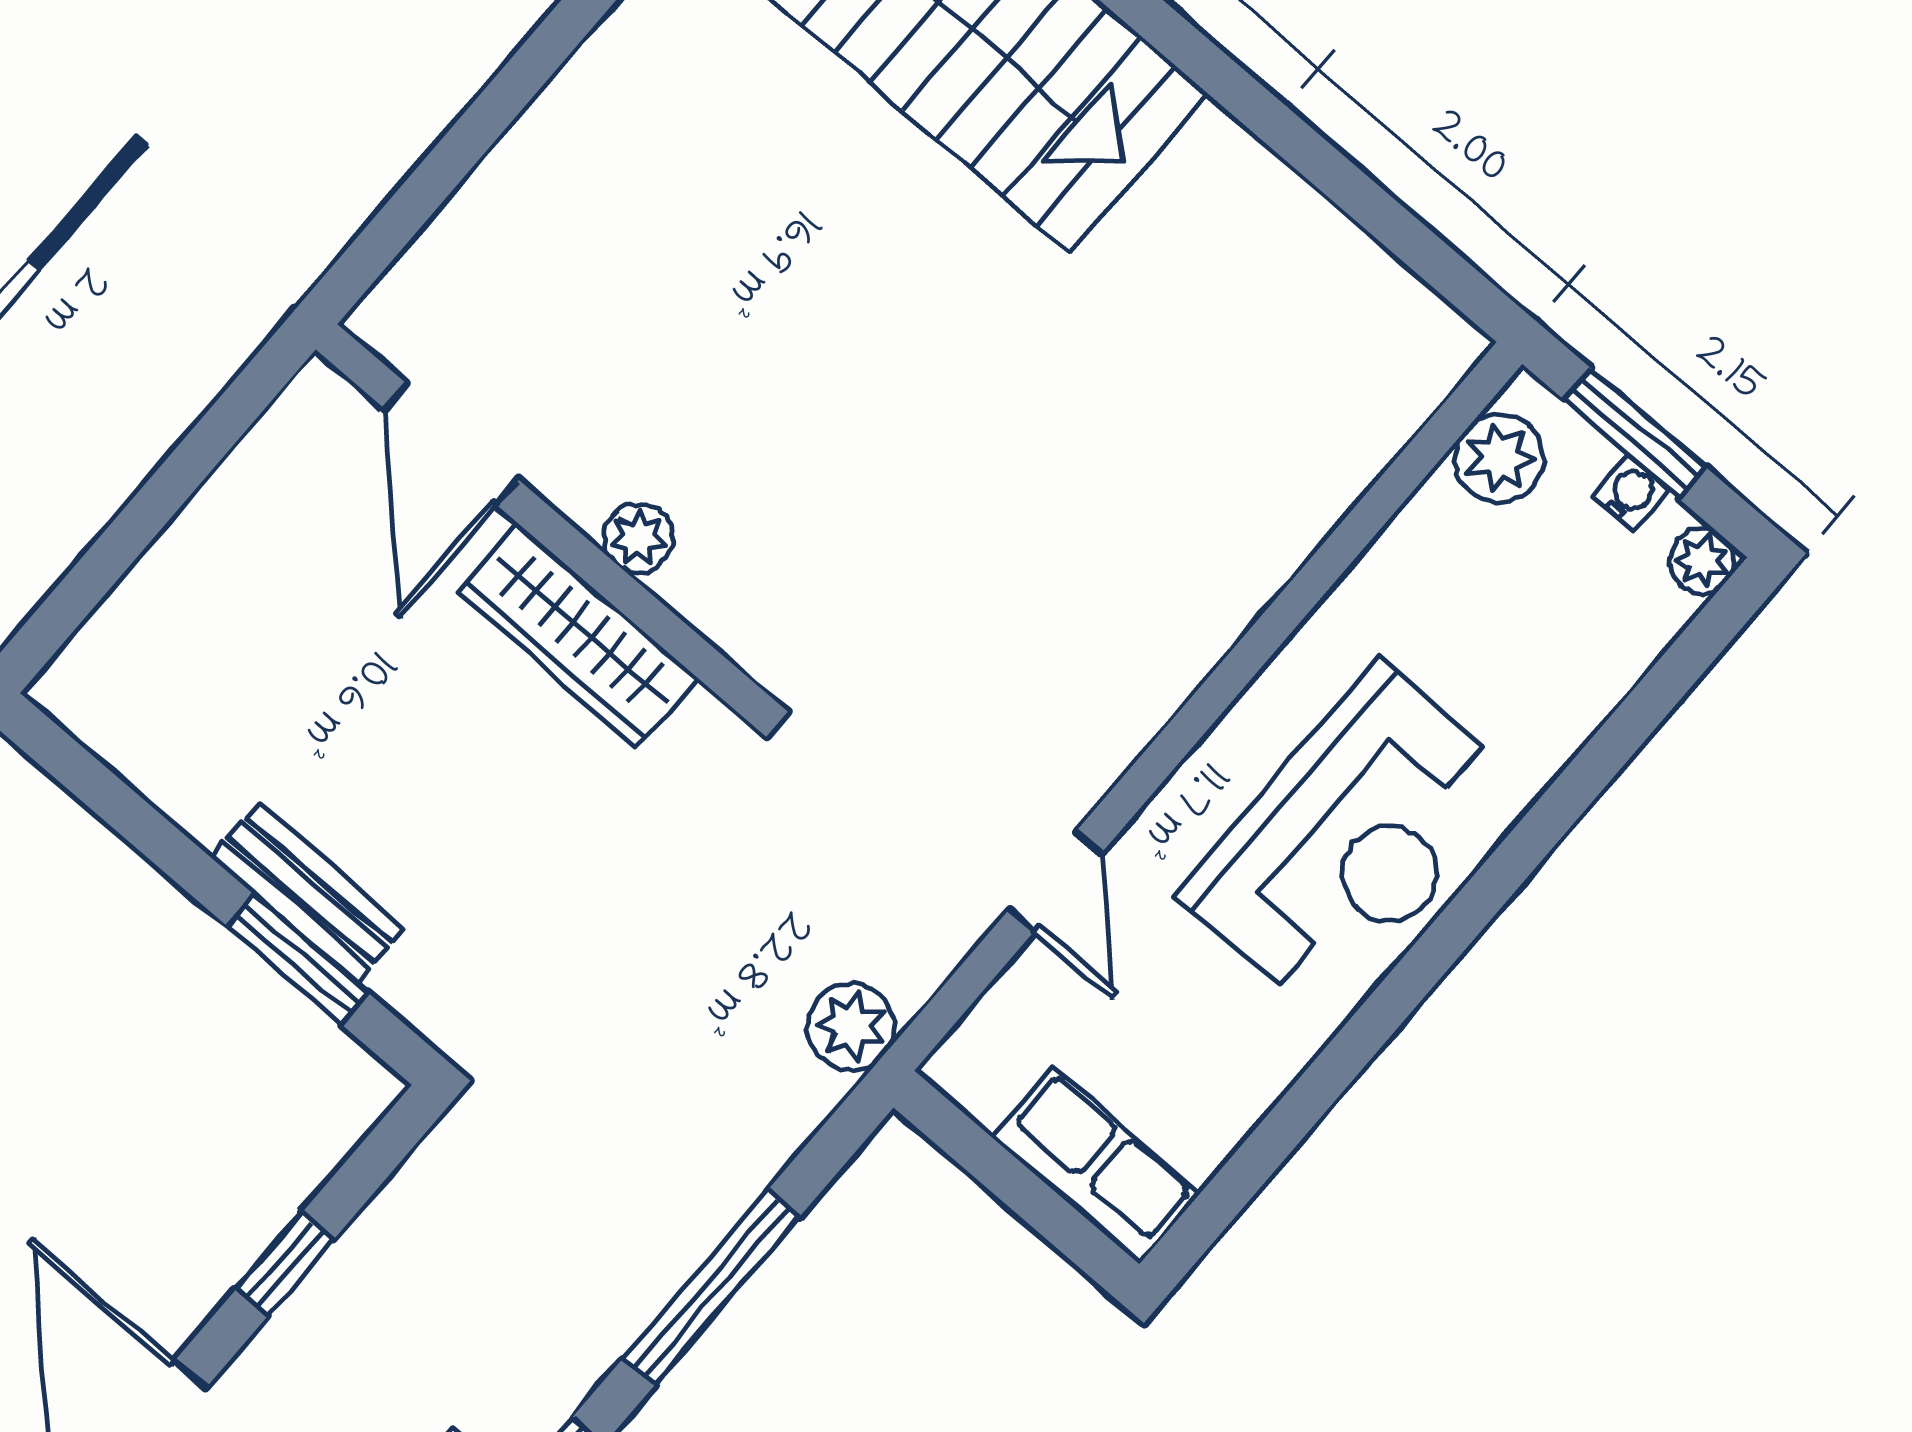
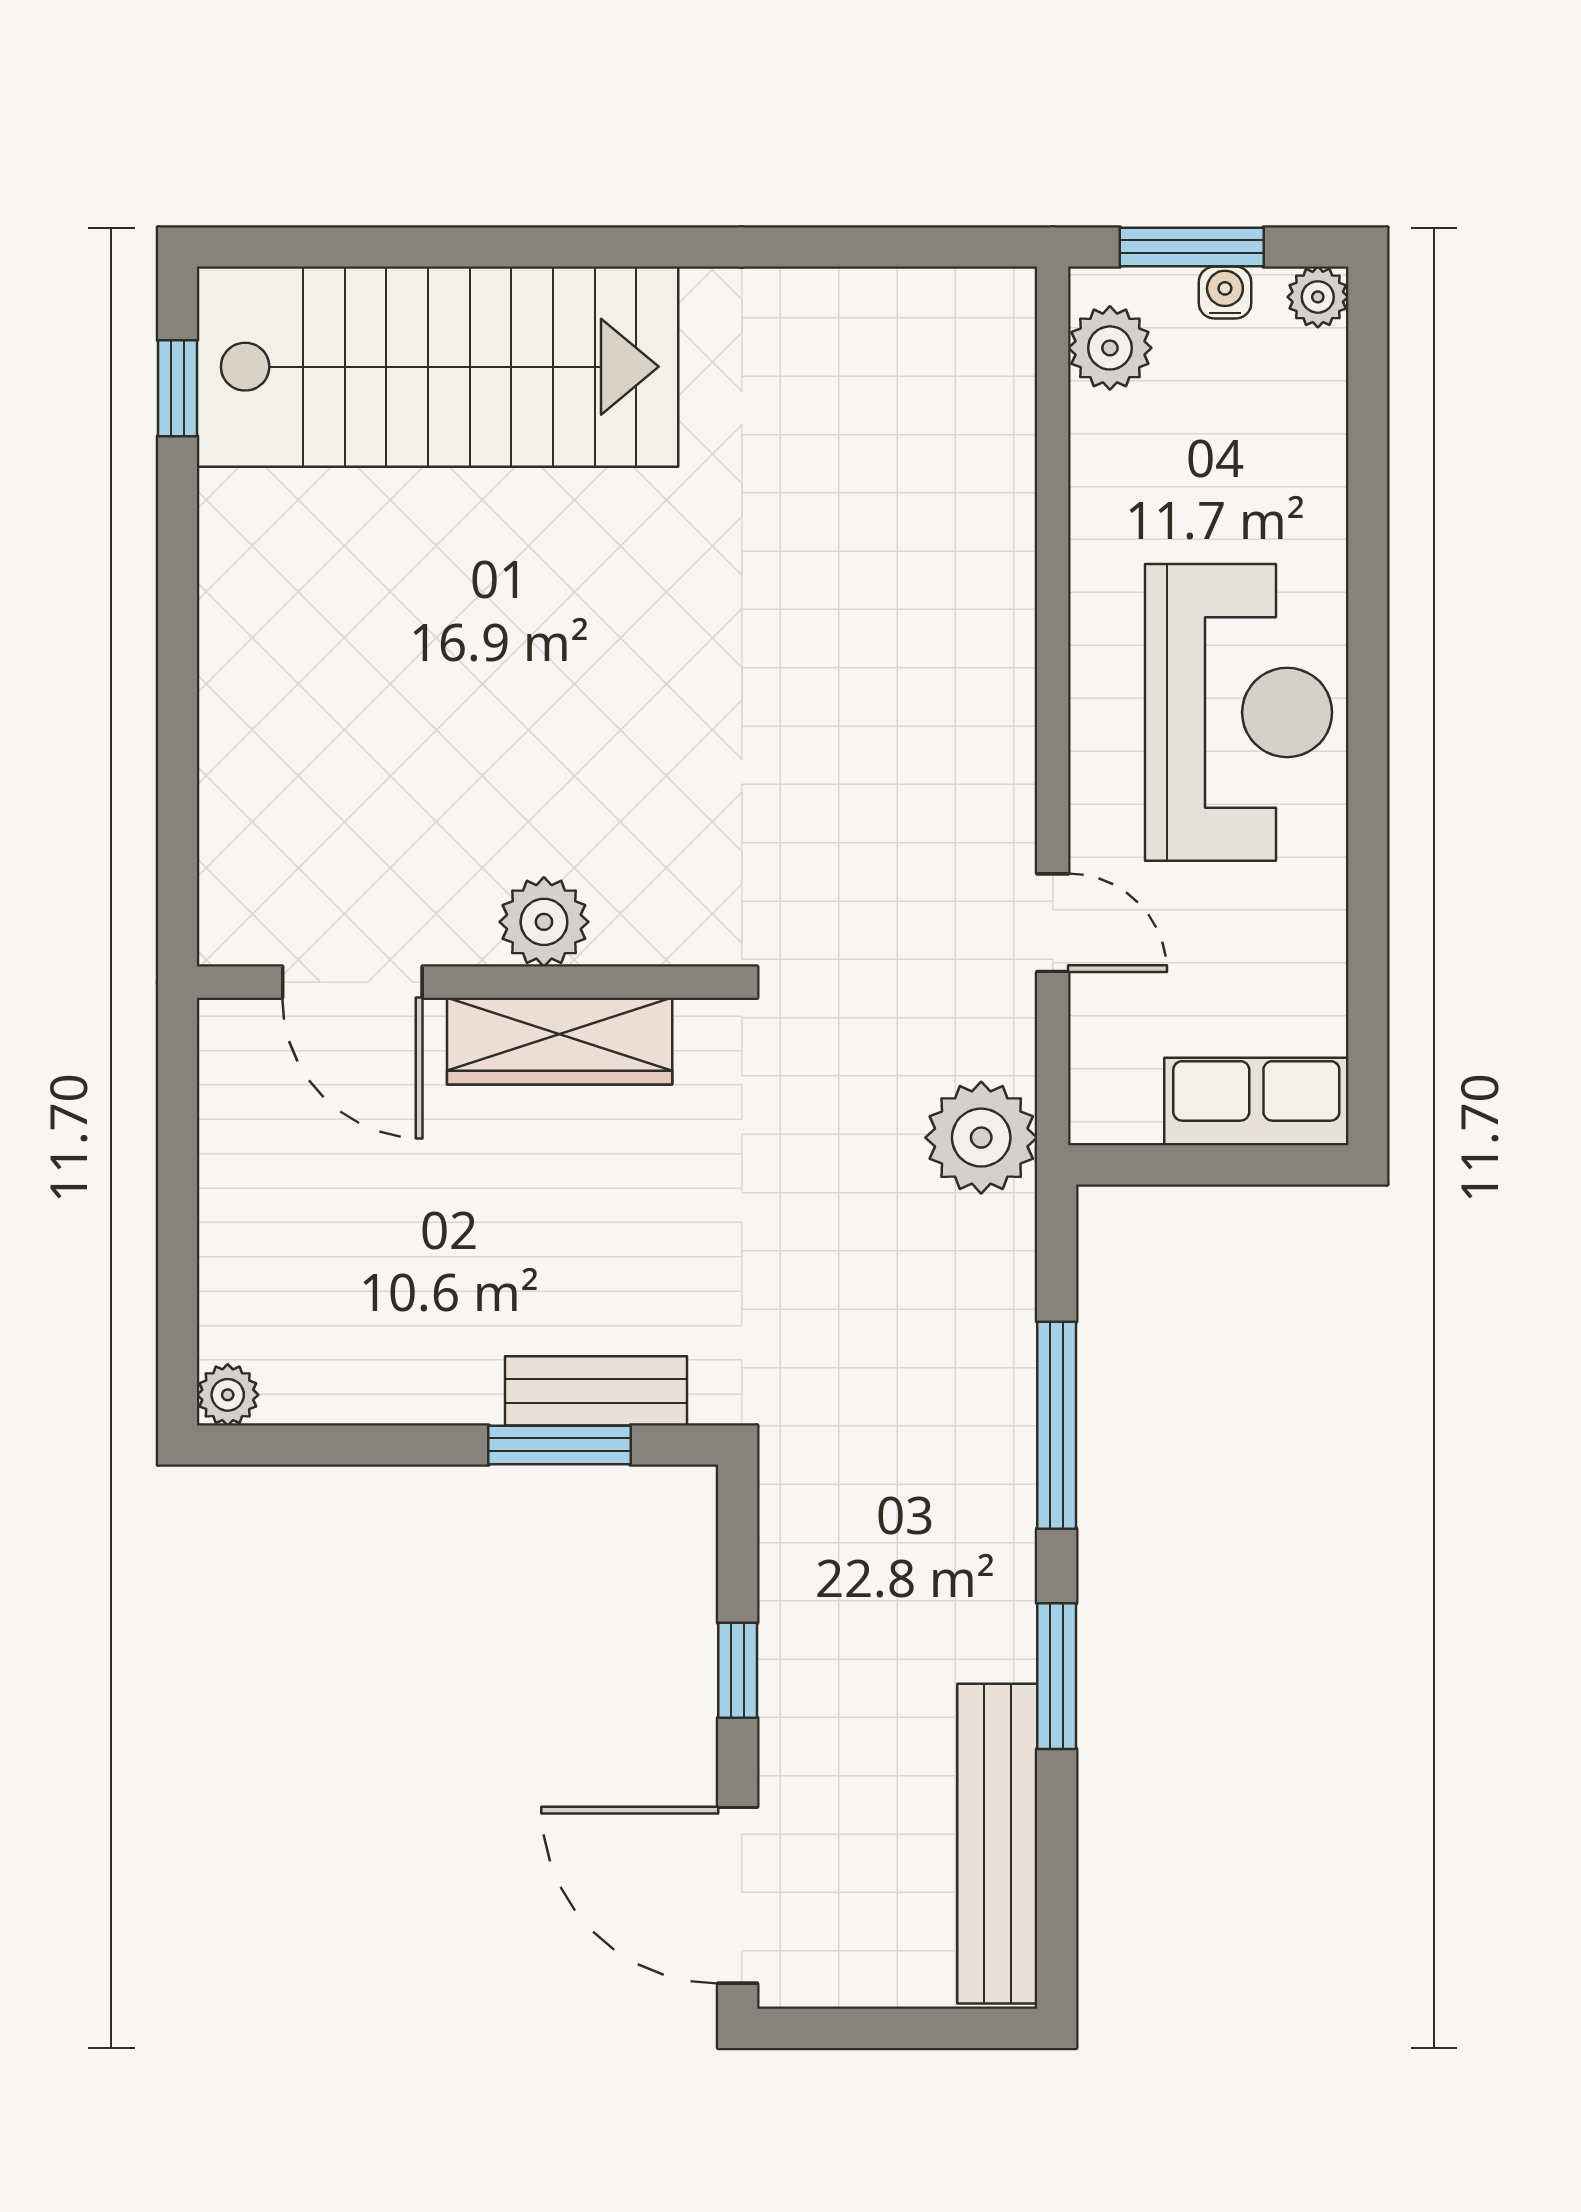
plant: (639, 538) -> (544, 922), width x1.38, depth x1.38
plant: (66, 690) -> (228, 1395), added
bench: (308, 893) -> (596, 1391), moved
plant: (851, 1026) -> (981, 1138), width x1.36, depth x1.36

